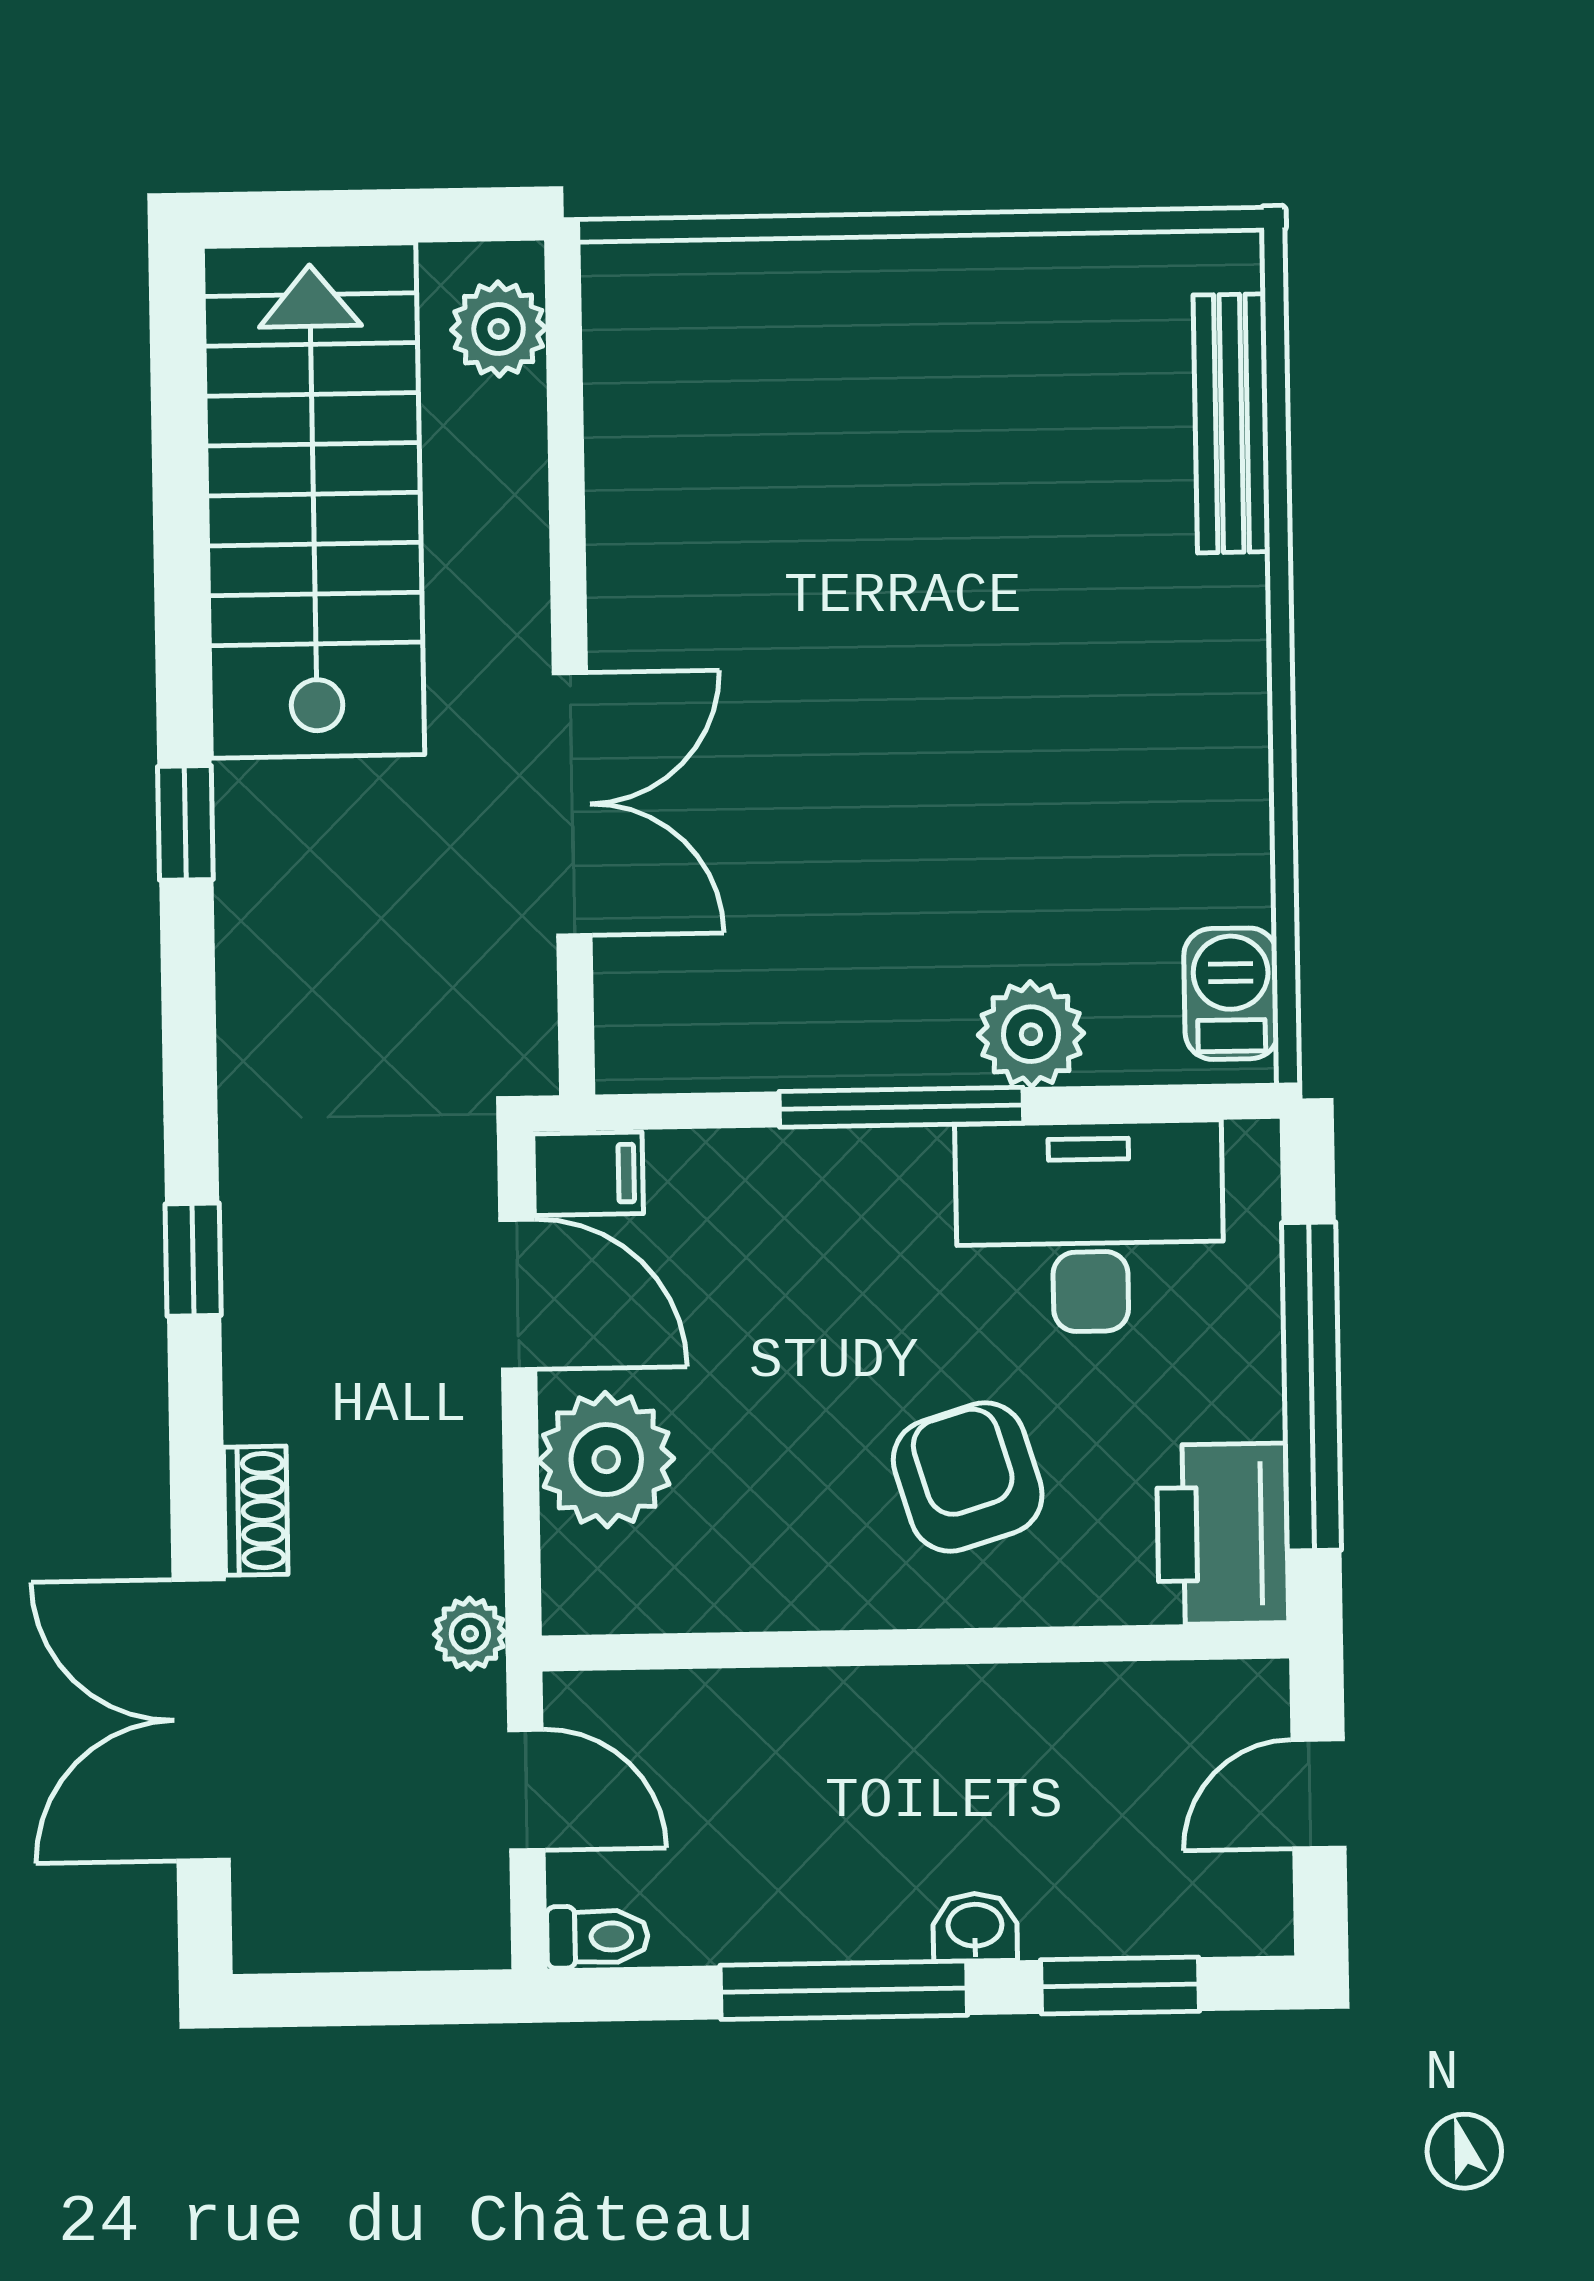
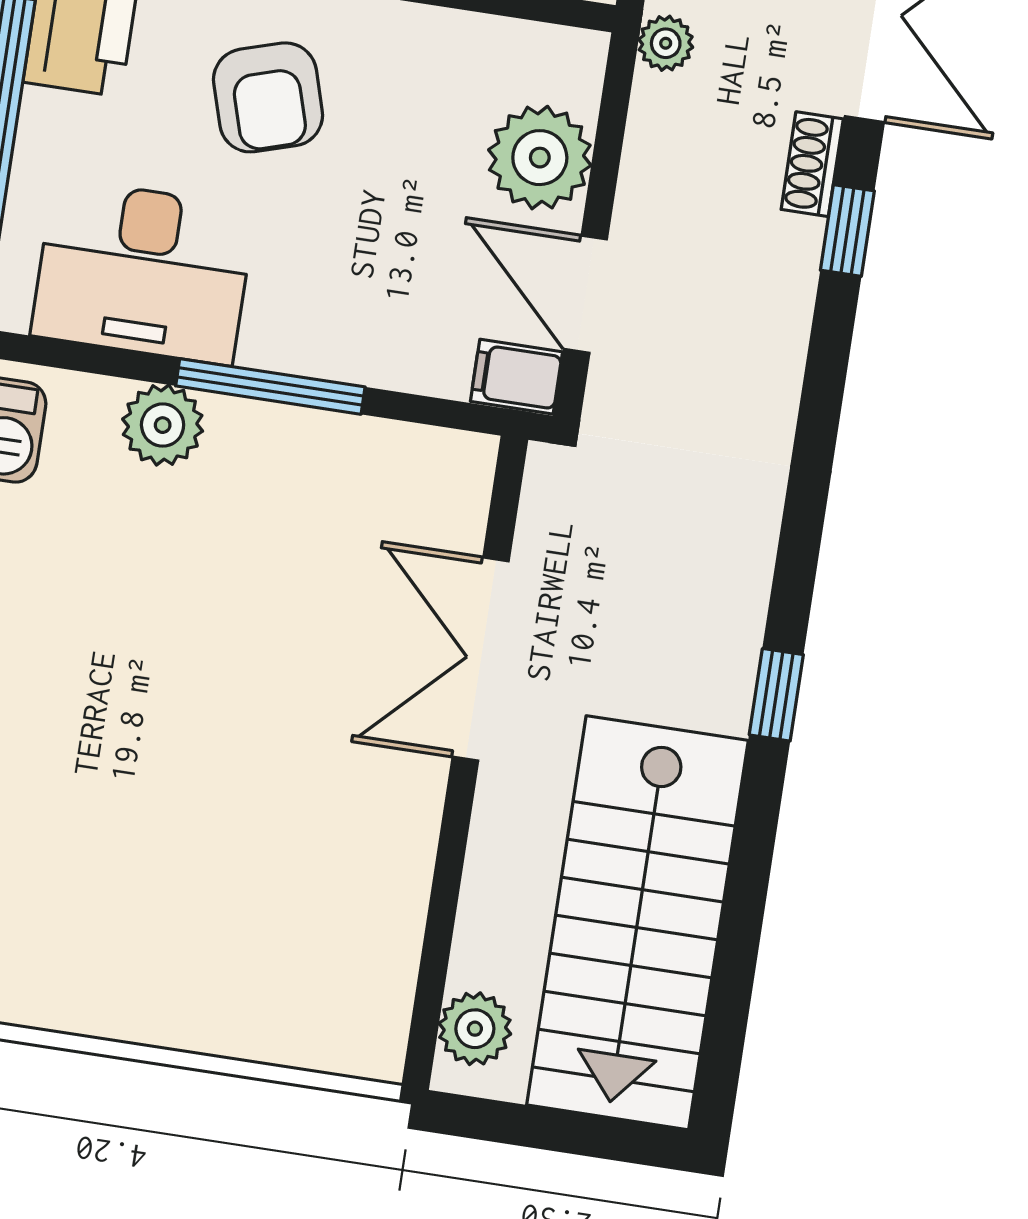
window: (193, 1260) -> (847, 231), moved

